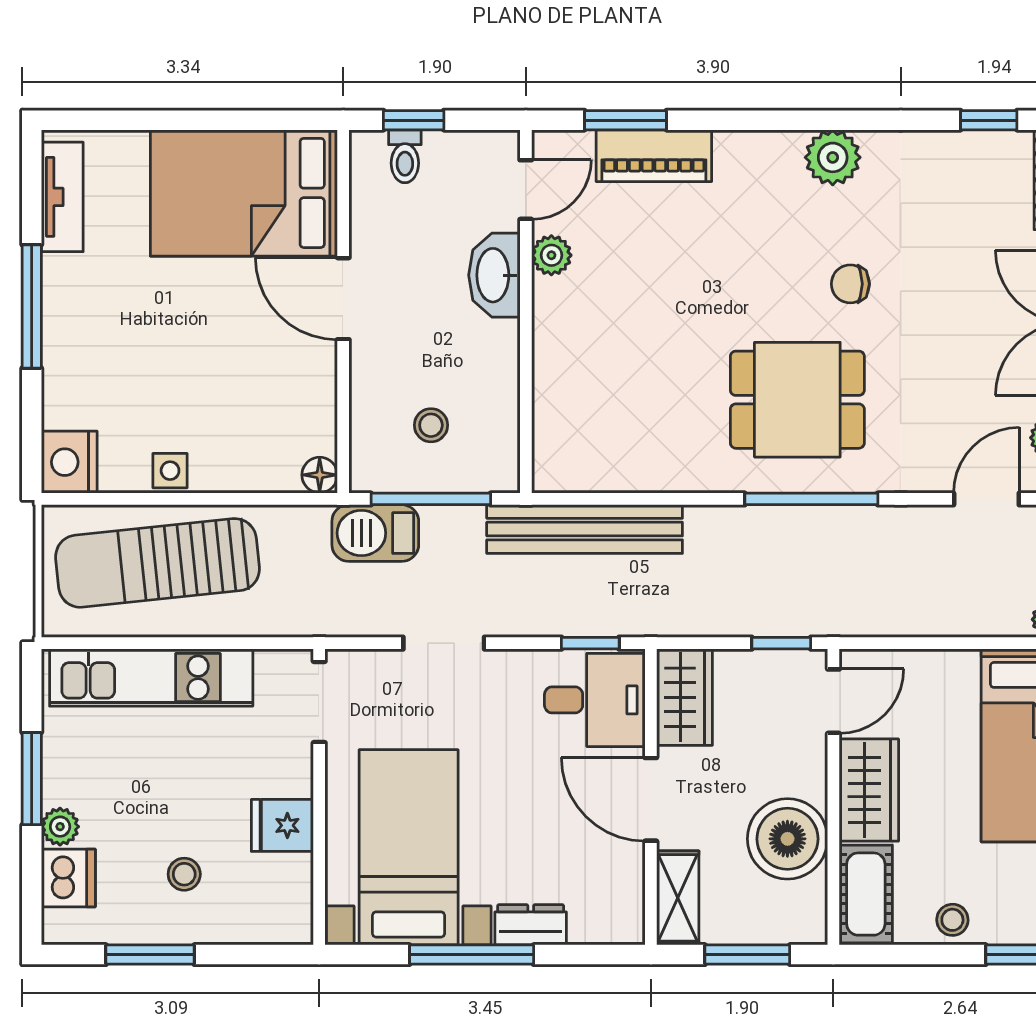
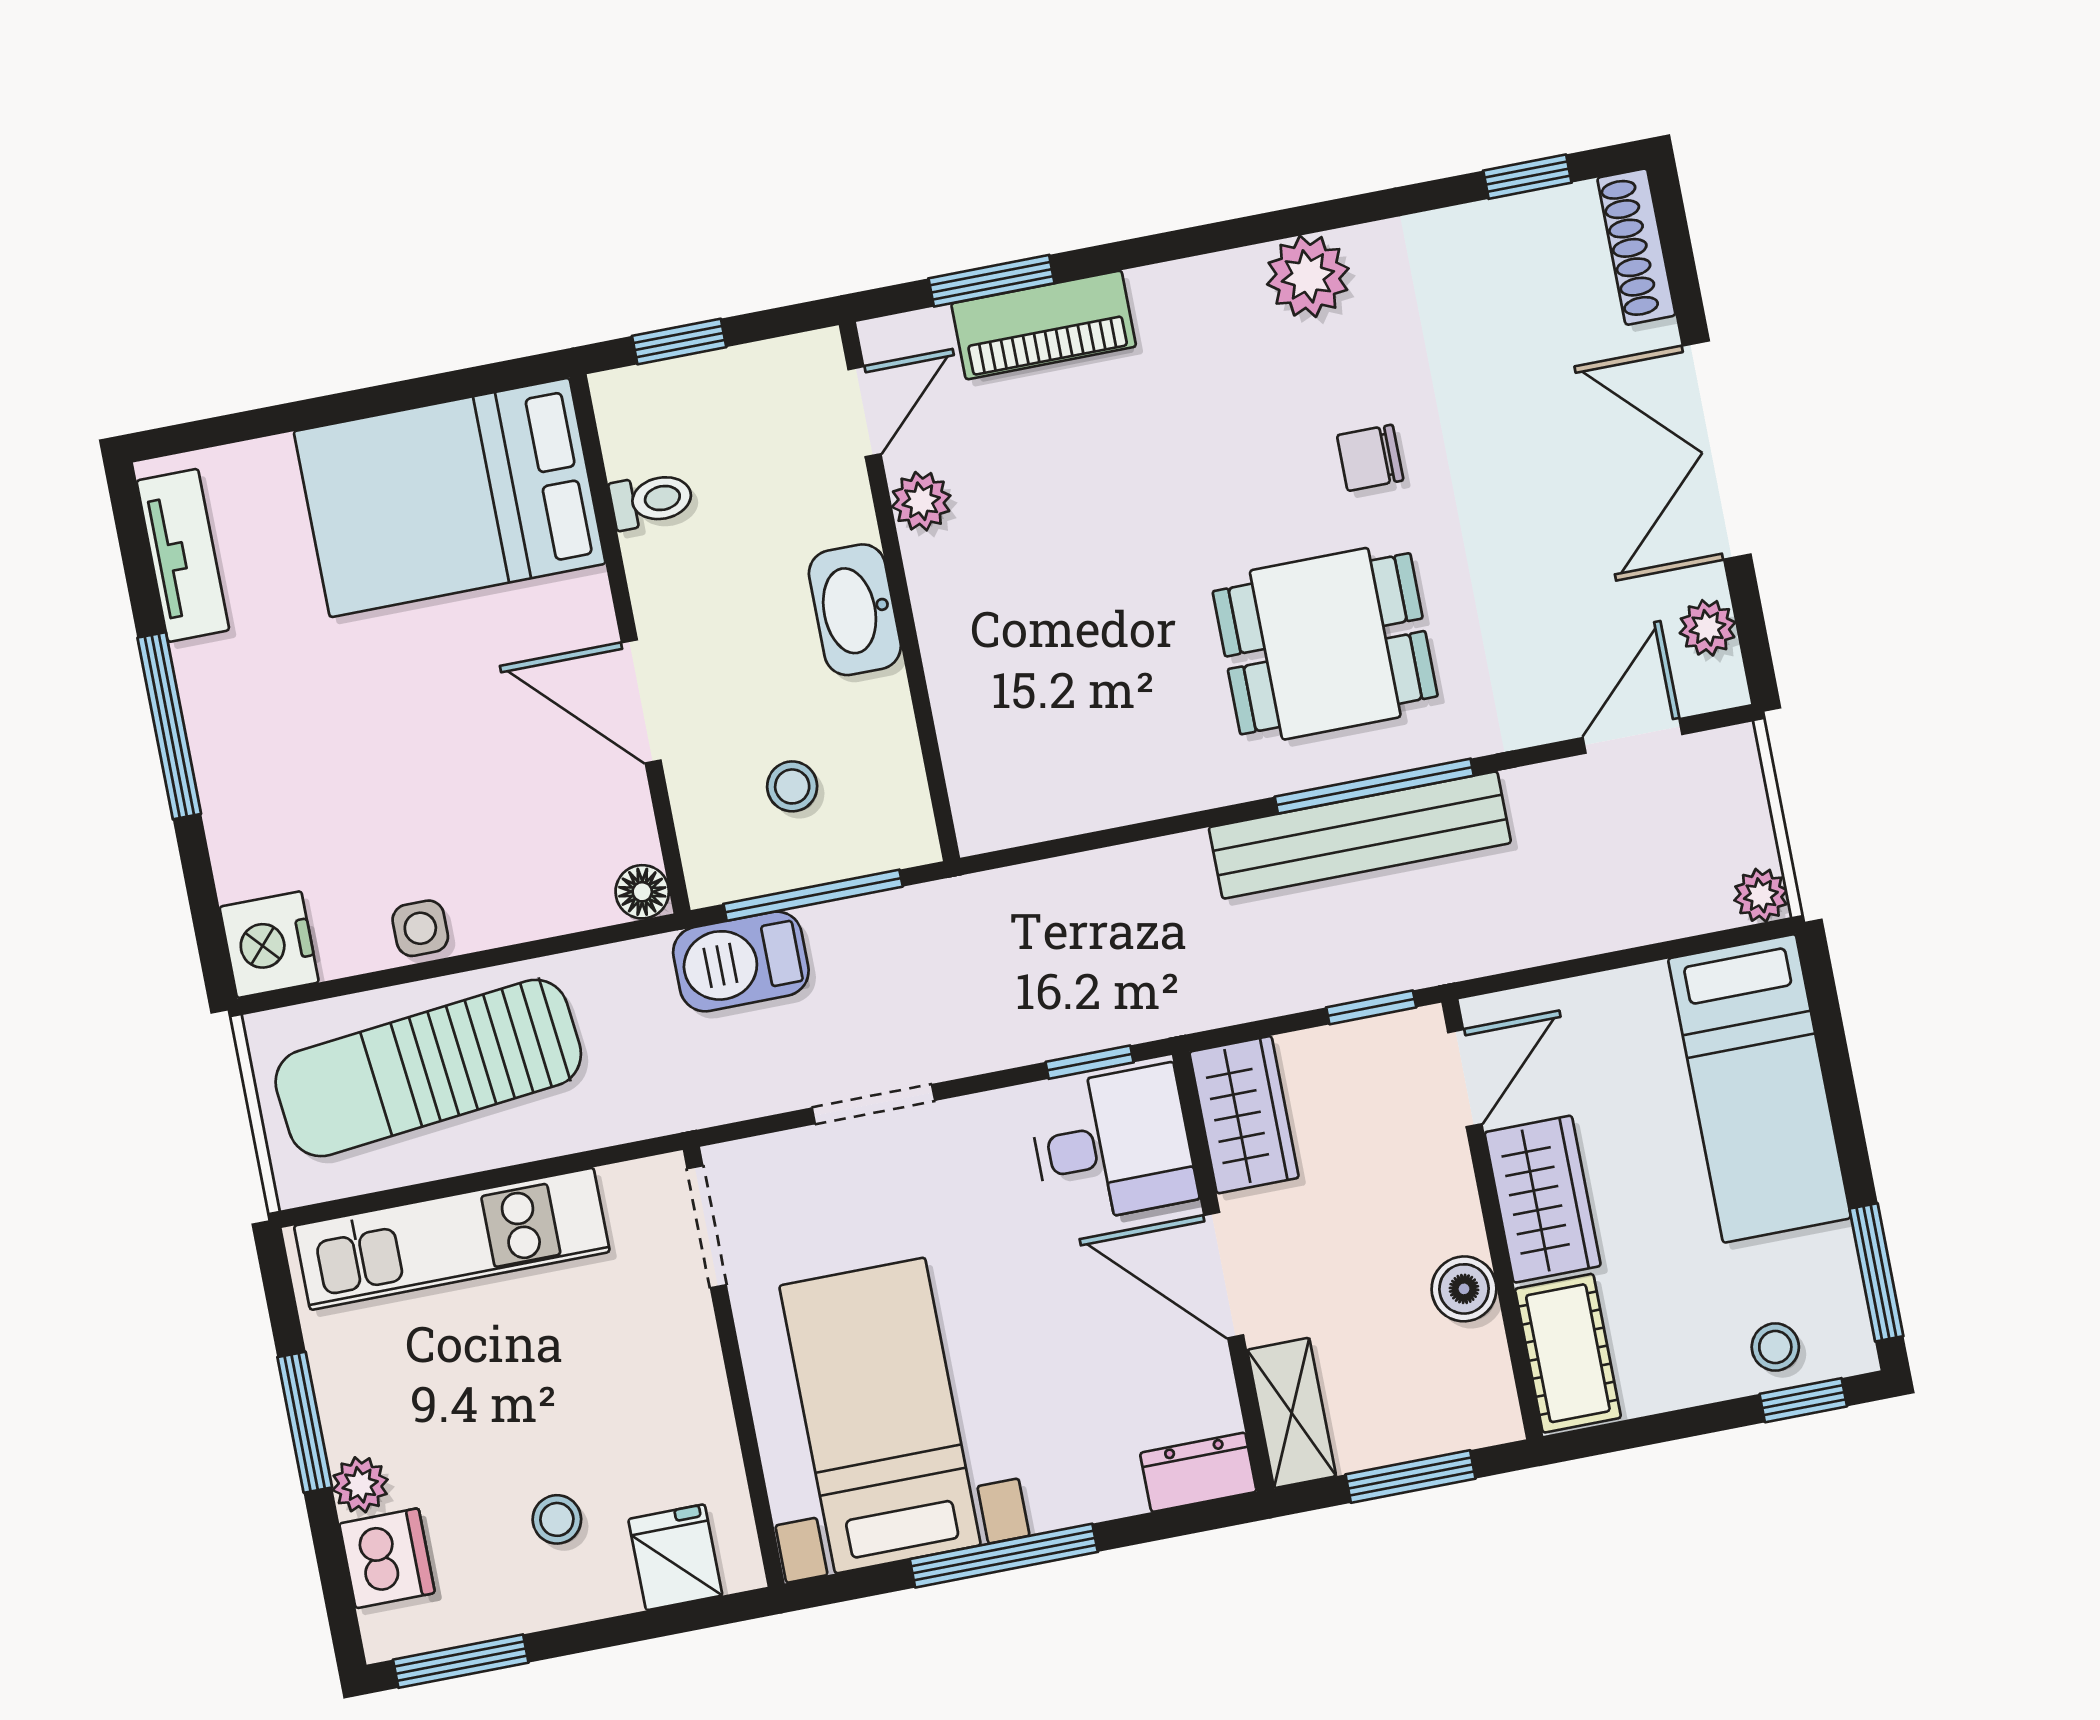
toilet: (405, 156) -> (651, 500), moved, turned -90
washbasin: (494, 275) -> (855, 610), moved
door: (343, 299) -> (641, 701), moved
bench: (585, 529) -> (1360, 835), moved
fridge: (282, 825) -> (675, 1557), moved, turned 90
boiler: (787, 839) -> (1464, 1289), width x0.54, depth x0.54
stool: (952, 920) -> (1775, 1347), moved
dresser: (531, 925) -> (1198, 1472), moved
window: (150, 955) -> (461, 1661), moved

